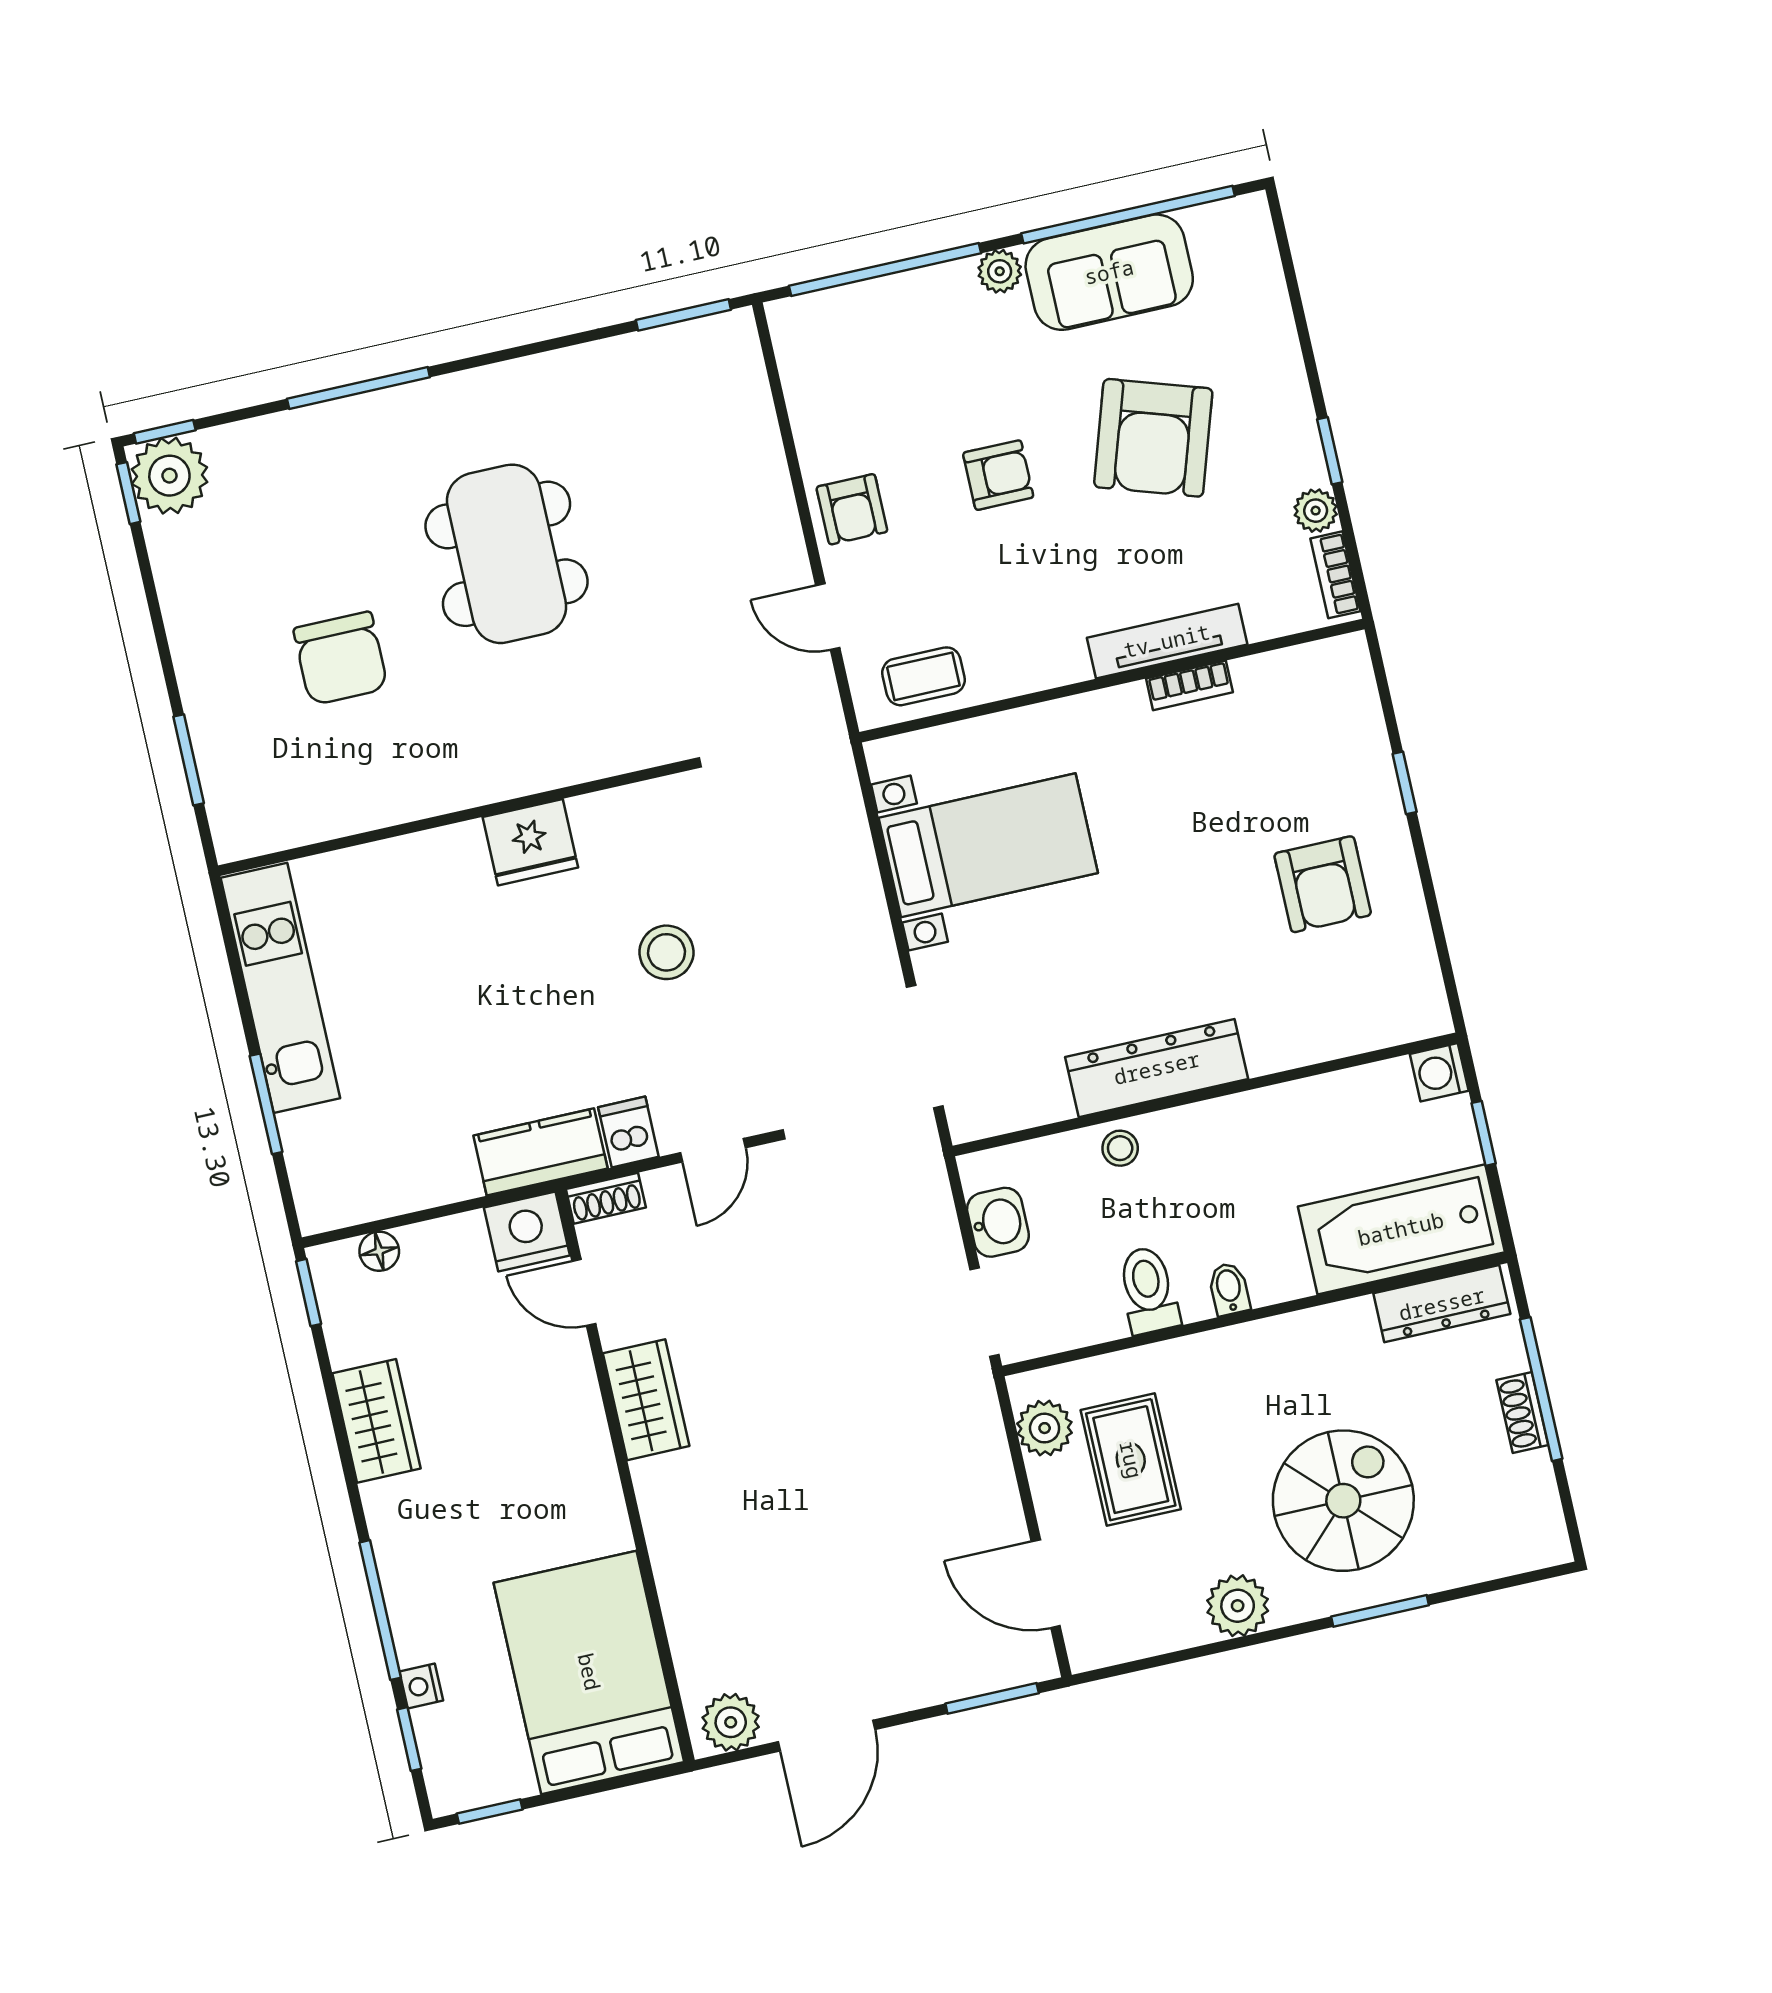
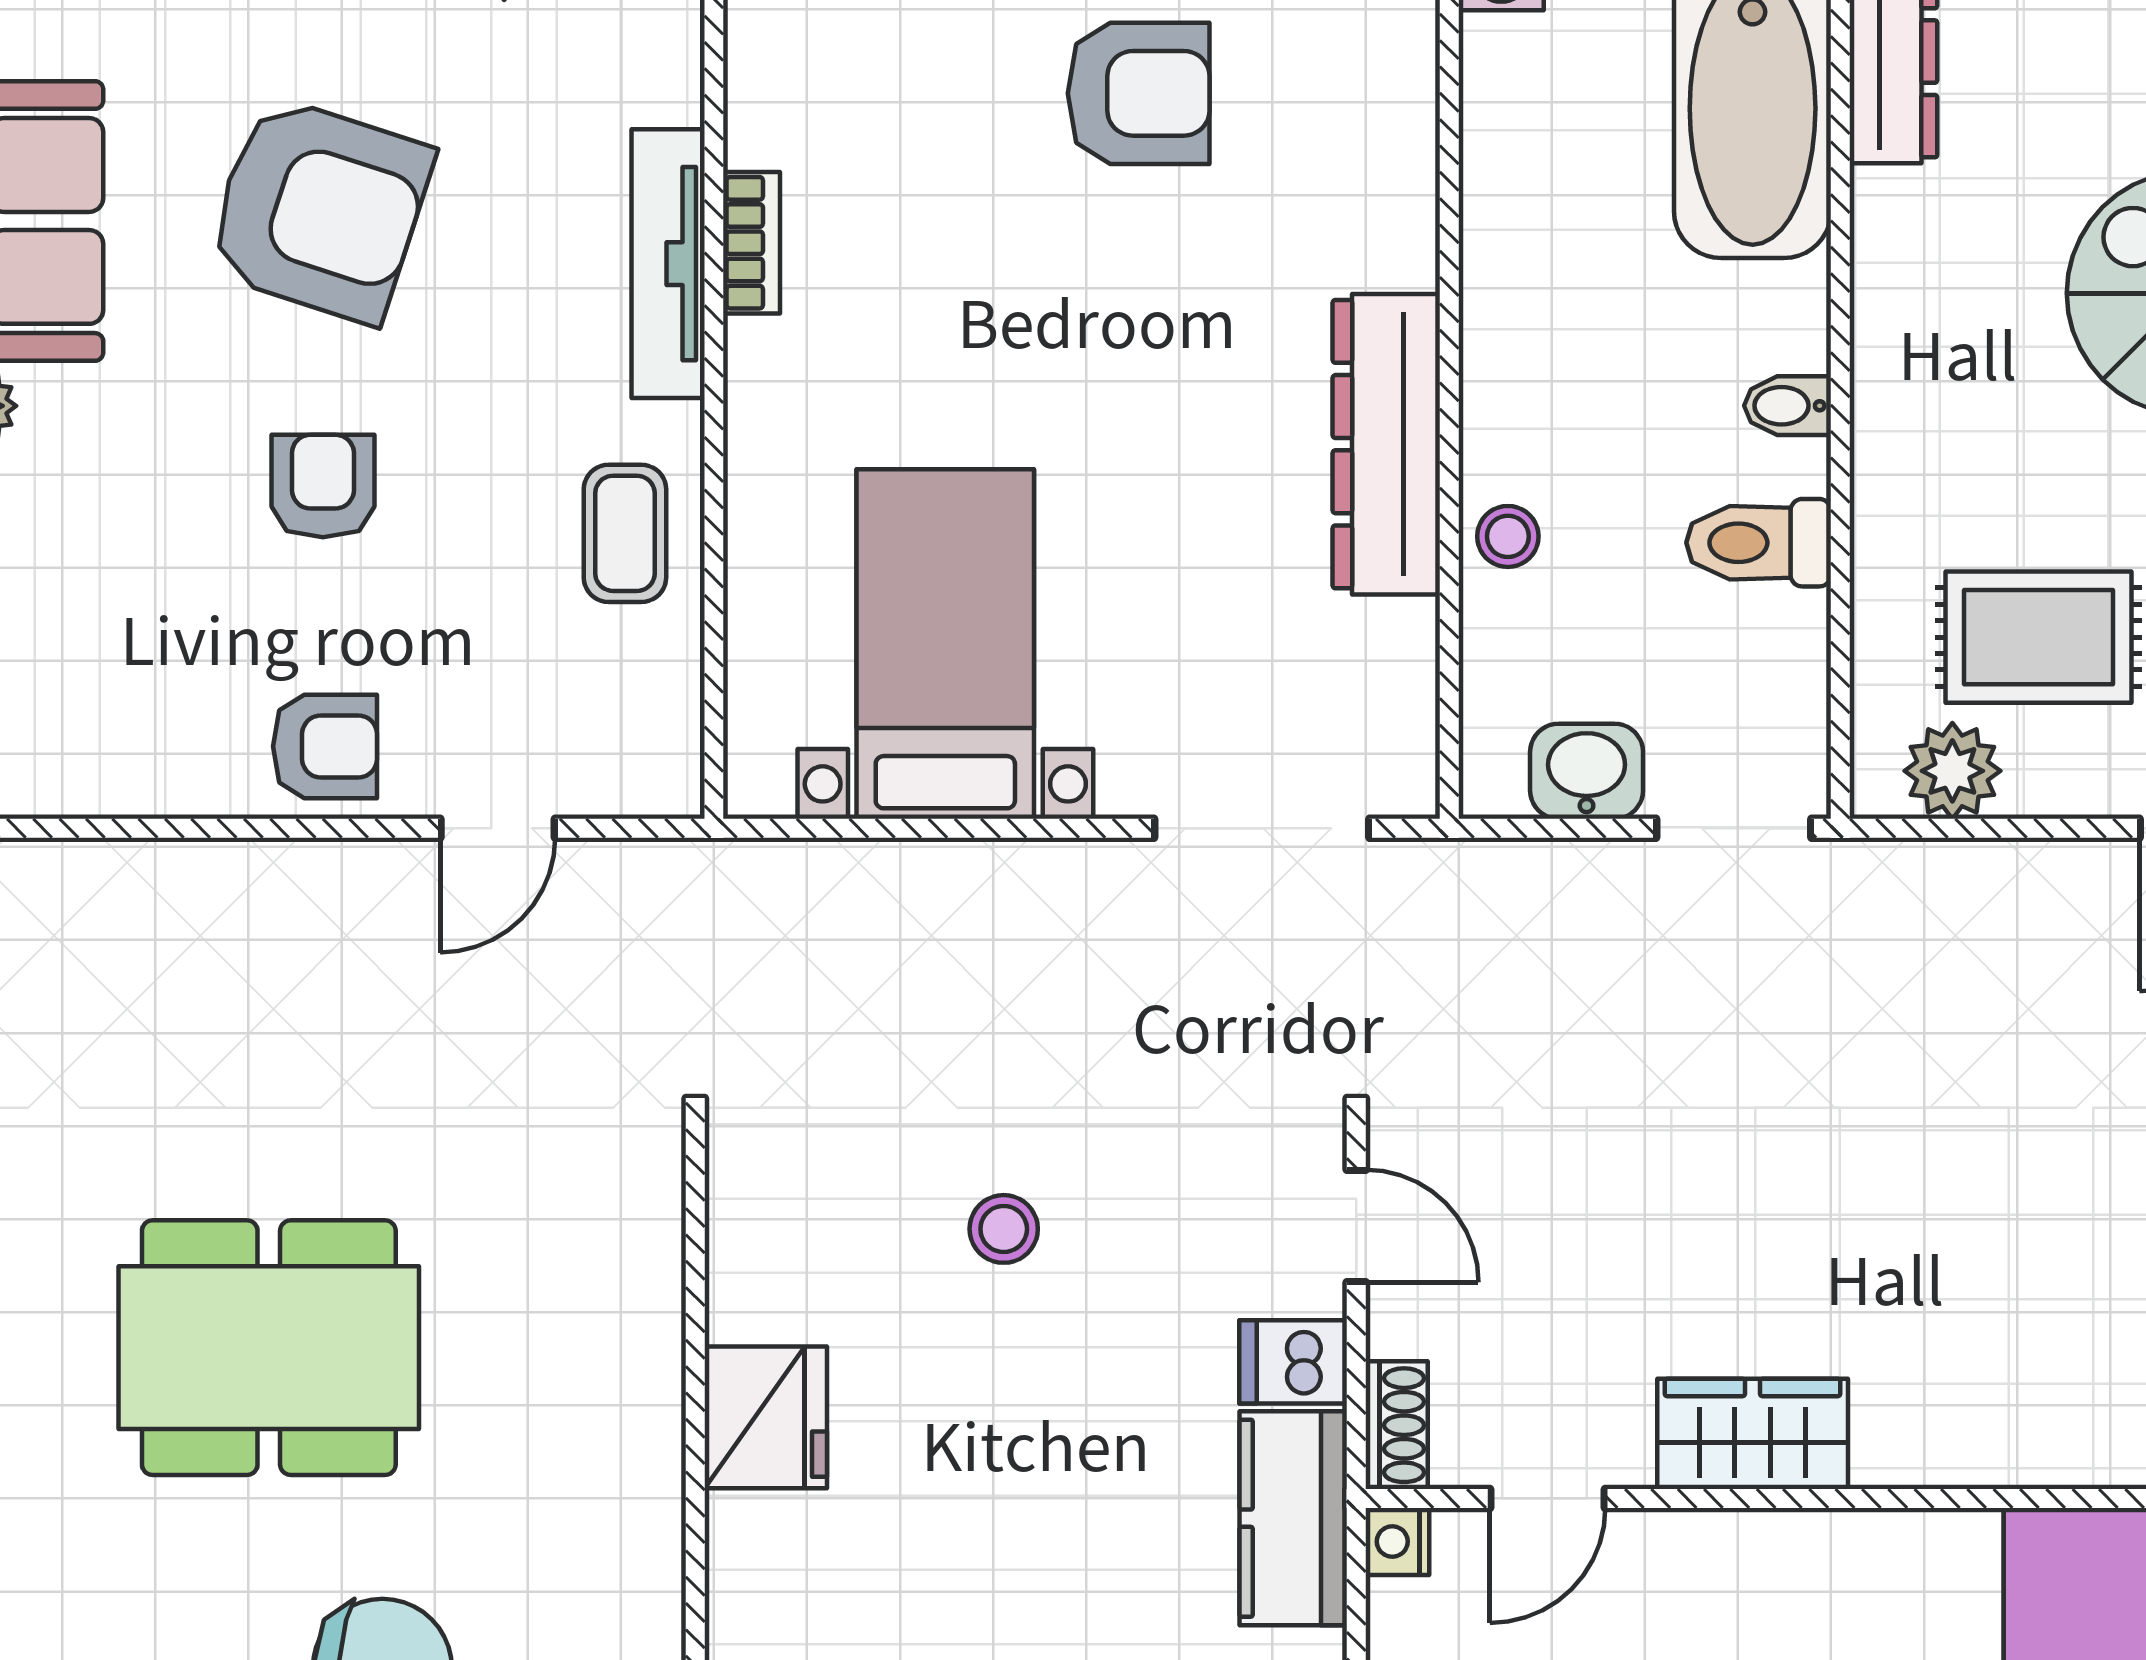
coffee table: (923, 676) -> (625, 533), moved
stool: (667, 952) -> (1004, 1229), width x0.73, depth x0.73
nightstand: (527, 1231) -> (1397, 1542), width x0.53, depth x0.56

